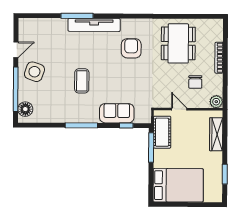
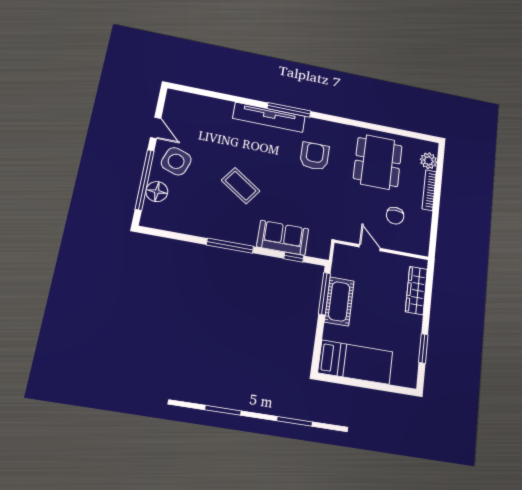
window: (77, 16) -> (289, 110), moved
door: (16, 50) -> (156, 128), hinge flipped
coffee table: (82, 81) -> (241, 186), turned -55
plant: (216, 102) -> (429, 161), moved
floor lamp: (25, 109) -> (157, 192), moved
cot: (162, 132) -> (339, 301), moved
bed: (178, 185) -> (355, 362), width x0.67

